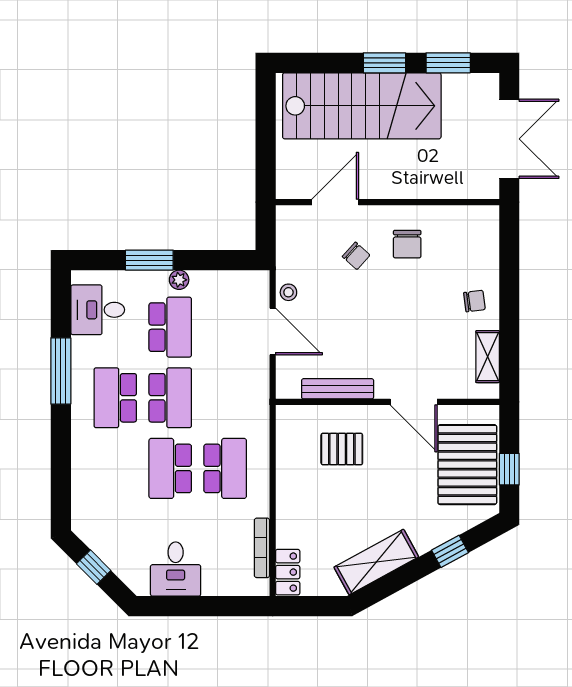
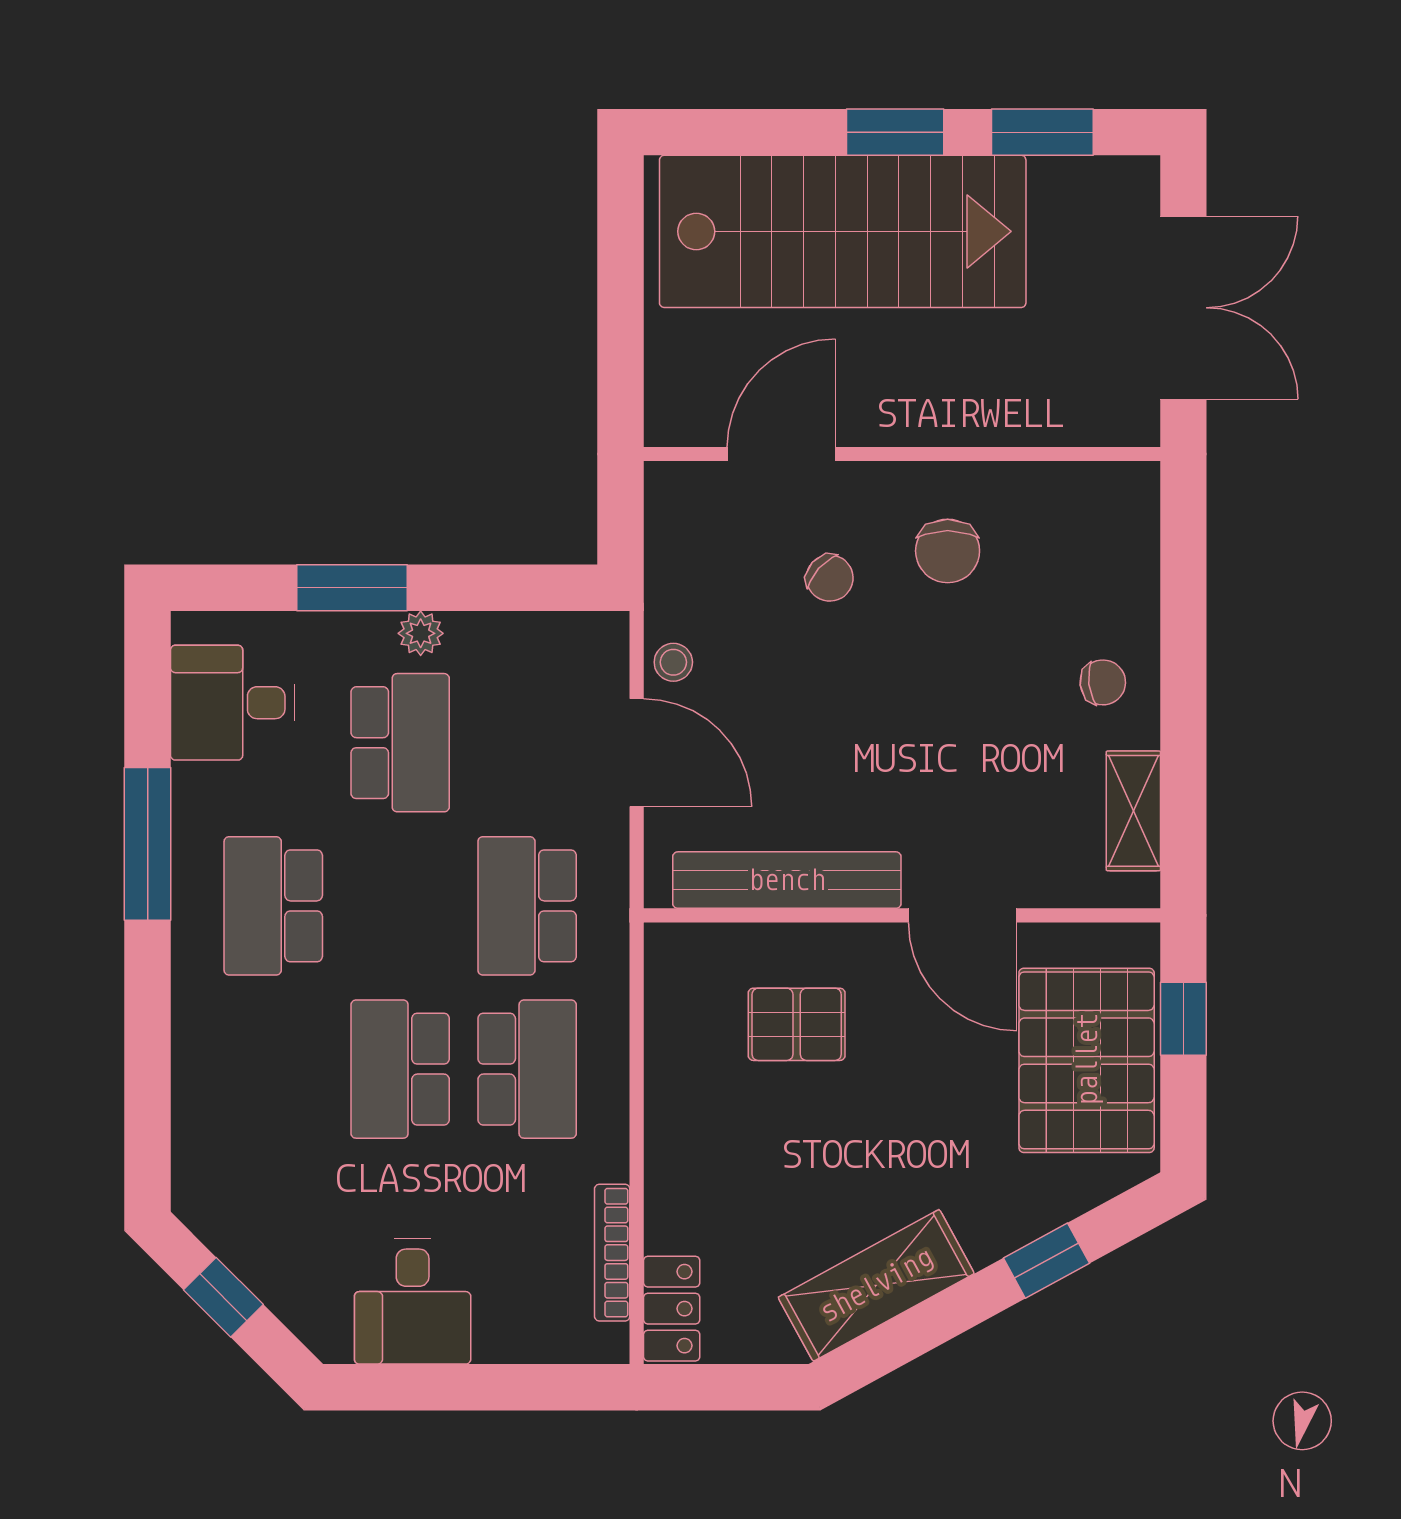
bench: (338, 389) -> (787, 880), width x1.37, depth x1.21
school desk: (170, 398) -> (527, 906), moved, turned 180
window: (509, 469) -> (1183, 1019), moved

